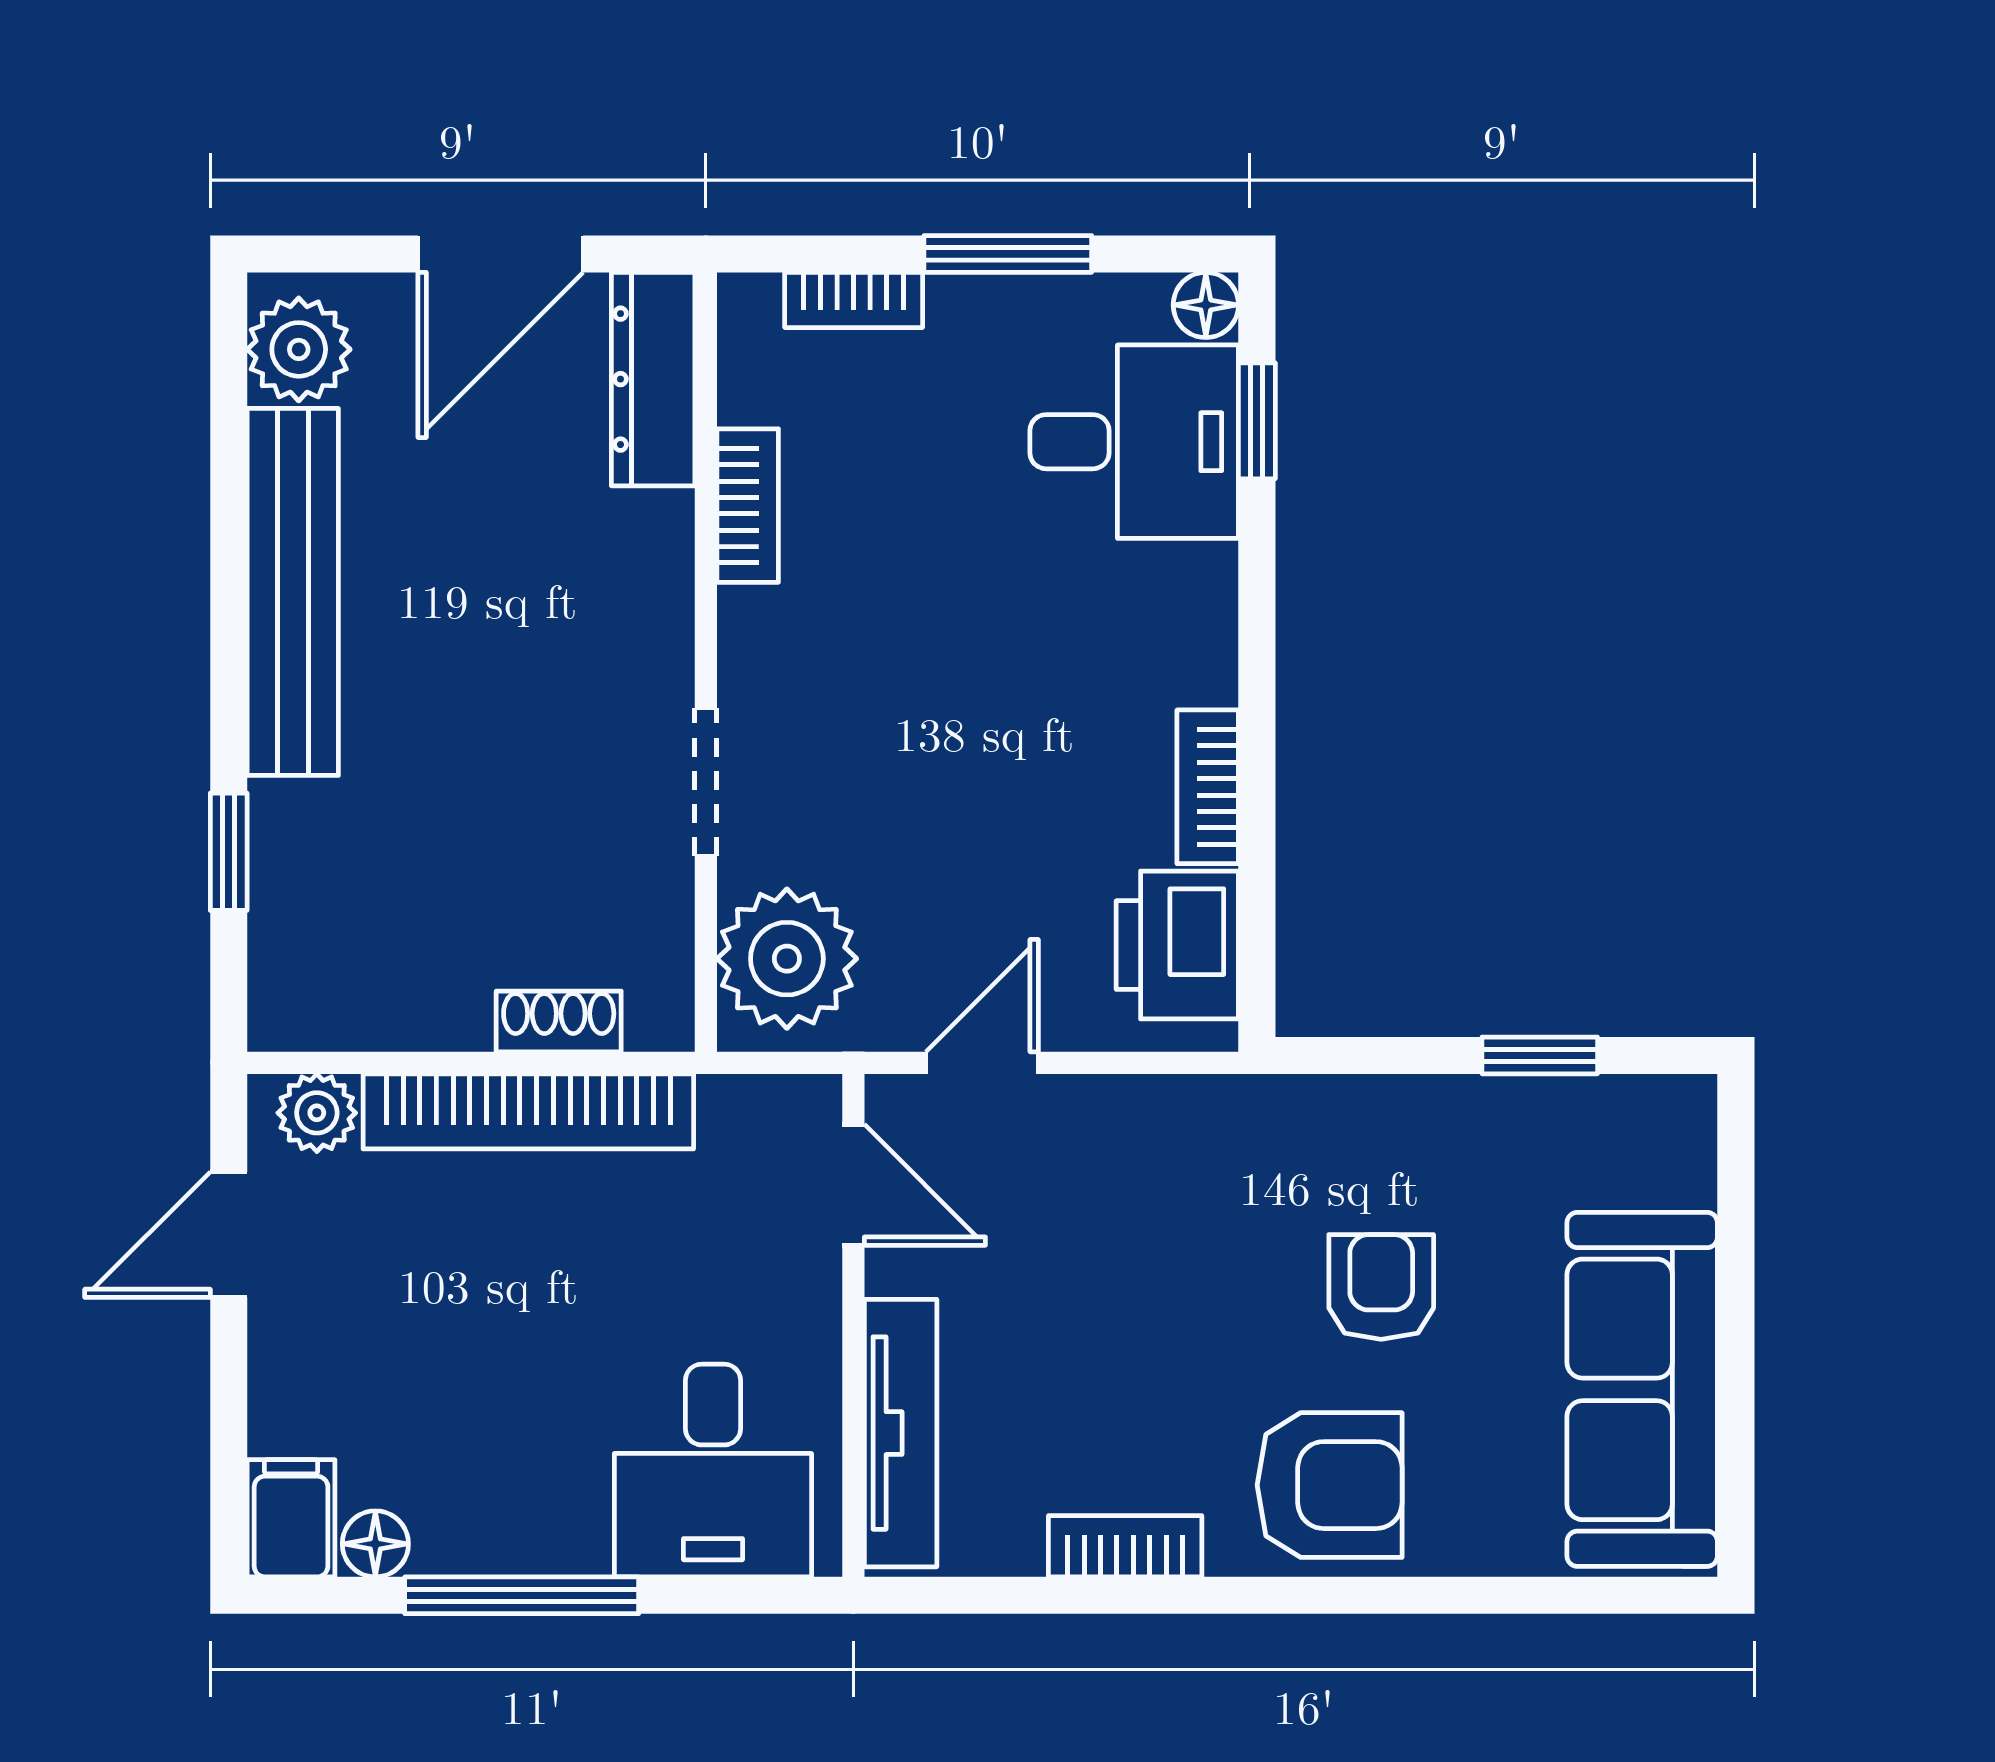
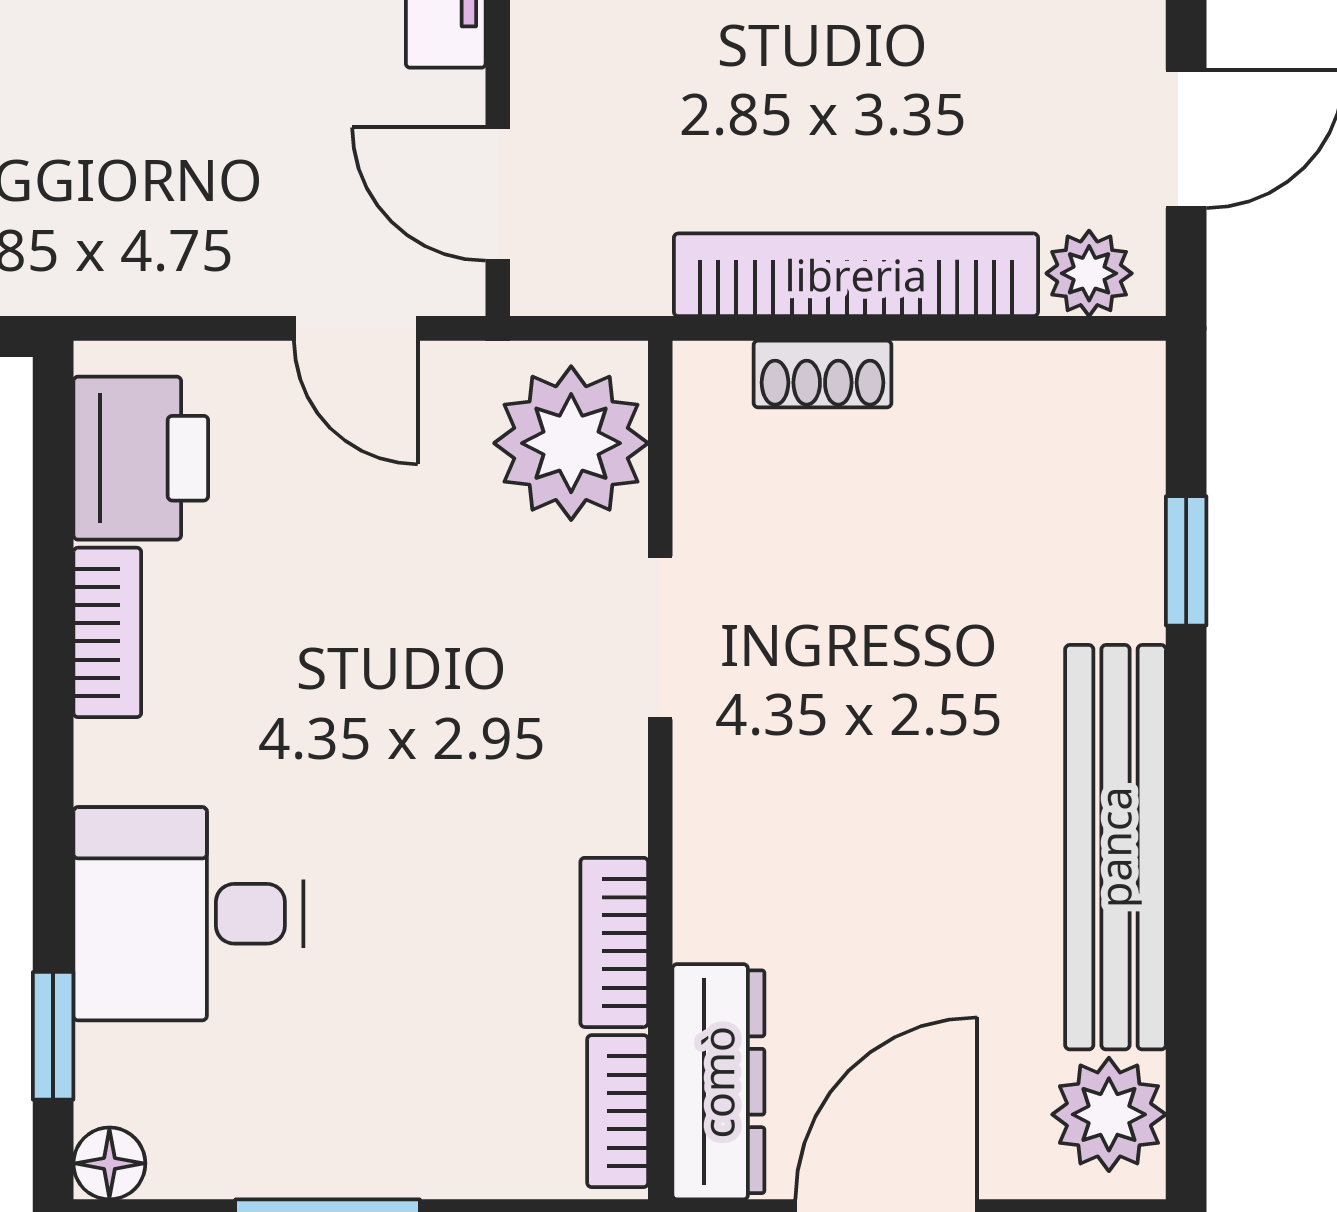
bookcase: (854, 300) -> (618, 1111), moved, turned -90
desk: (1134, 442) -> (188, 914), moved
door: (982, 1063) -> (356, 328), hinge flipped

